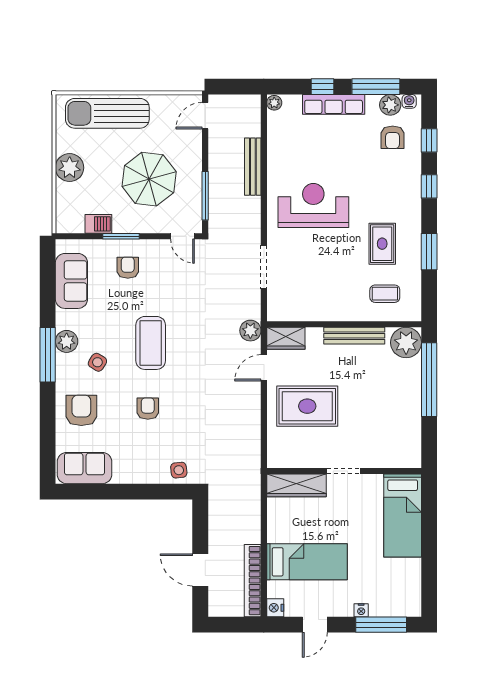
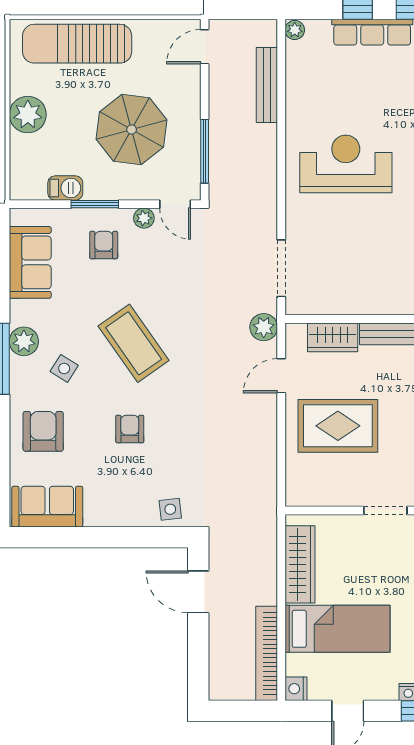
bench: (253, 167) -> (267, 85), moved
plant: (159, 247) -> (144, 218), added
doorway: (264, 267) -> (281, 268), moved
wardrobe: (286, 338) -> (333, 337), moved
coffee table: (151, 343) -> (134, 343), turned -35
wardrobe: (296, 485) -> (300, 564), moved, turned -90
door: (200, 570) -> (198, 592), moved

